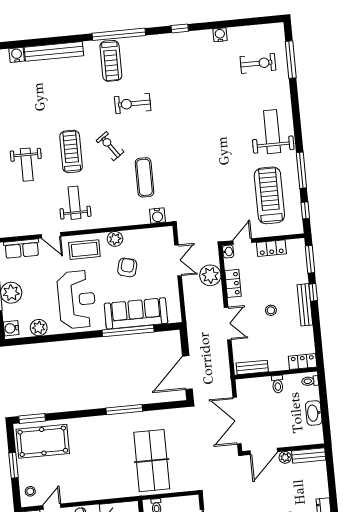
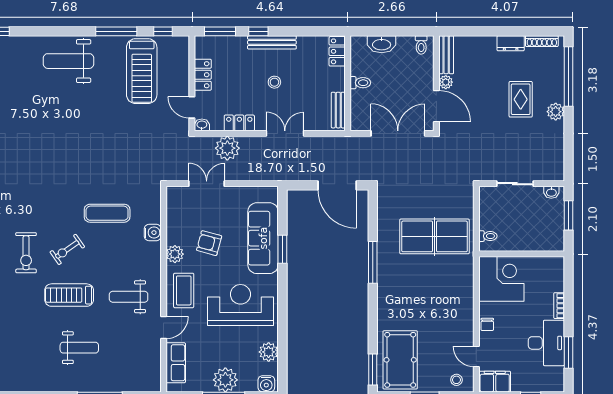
exercise bike: (133, 104) -> (26, 253), moved
treadmill: (269, 195) -> (142, 71), turned -90
water cooler: (157, 216) -> (153, 233), moved
window: (128, 331) -> (282, 249), width x0.47
toilet: (310, 381) -> (421, 45), moved
washbasin: (314, 413) -> (382, 44), moved
double door: (237, 421) -> (398, 133), swing flipped

